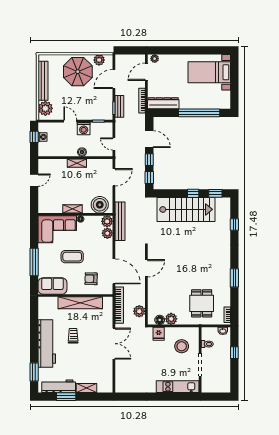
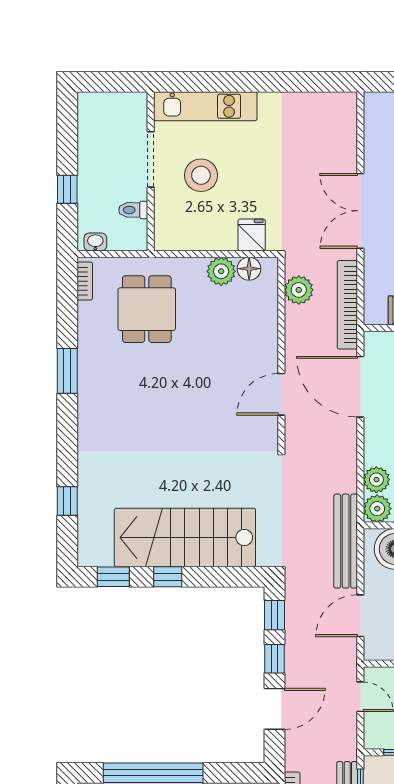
door: (149, 139) -> (274, 709), swing flipped
bench: (120, 221) -> (346, 541), moved
stool: (182, 346) -> (201, 175), moved

